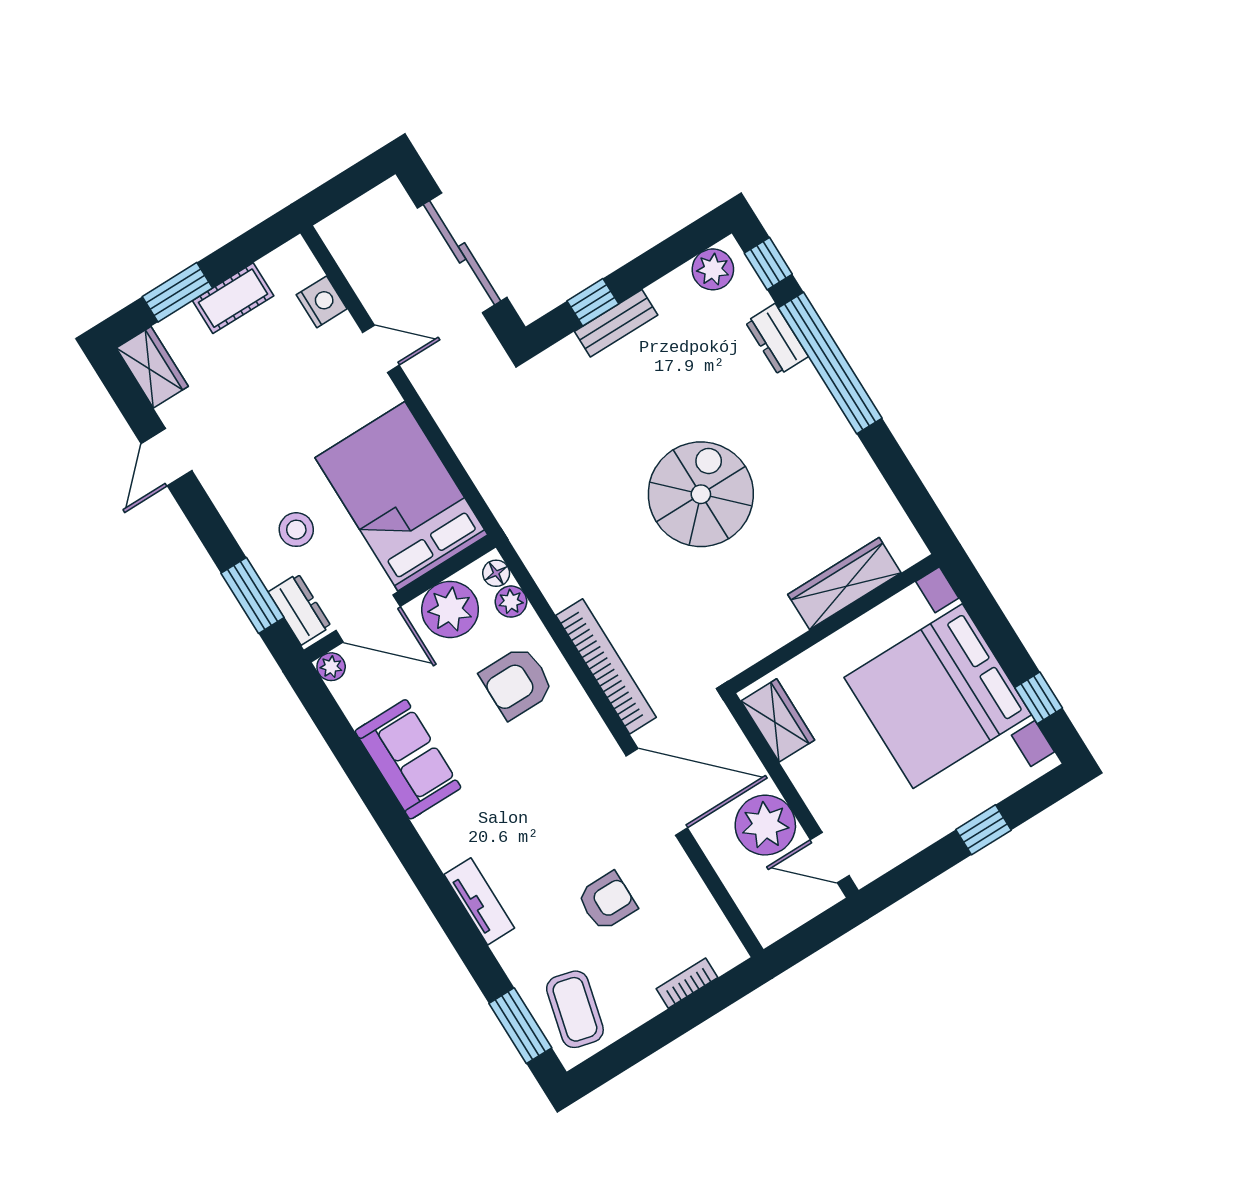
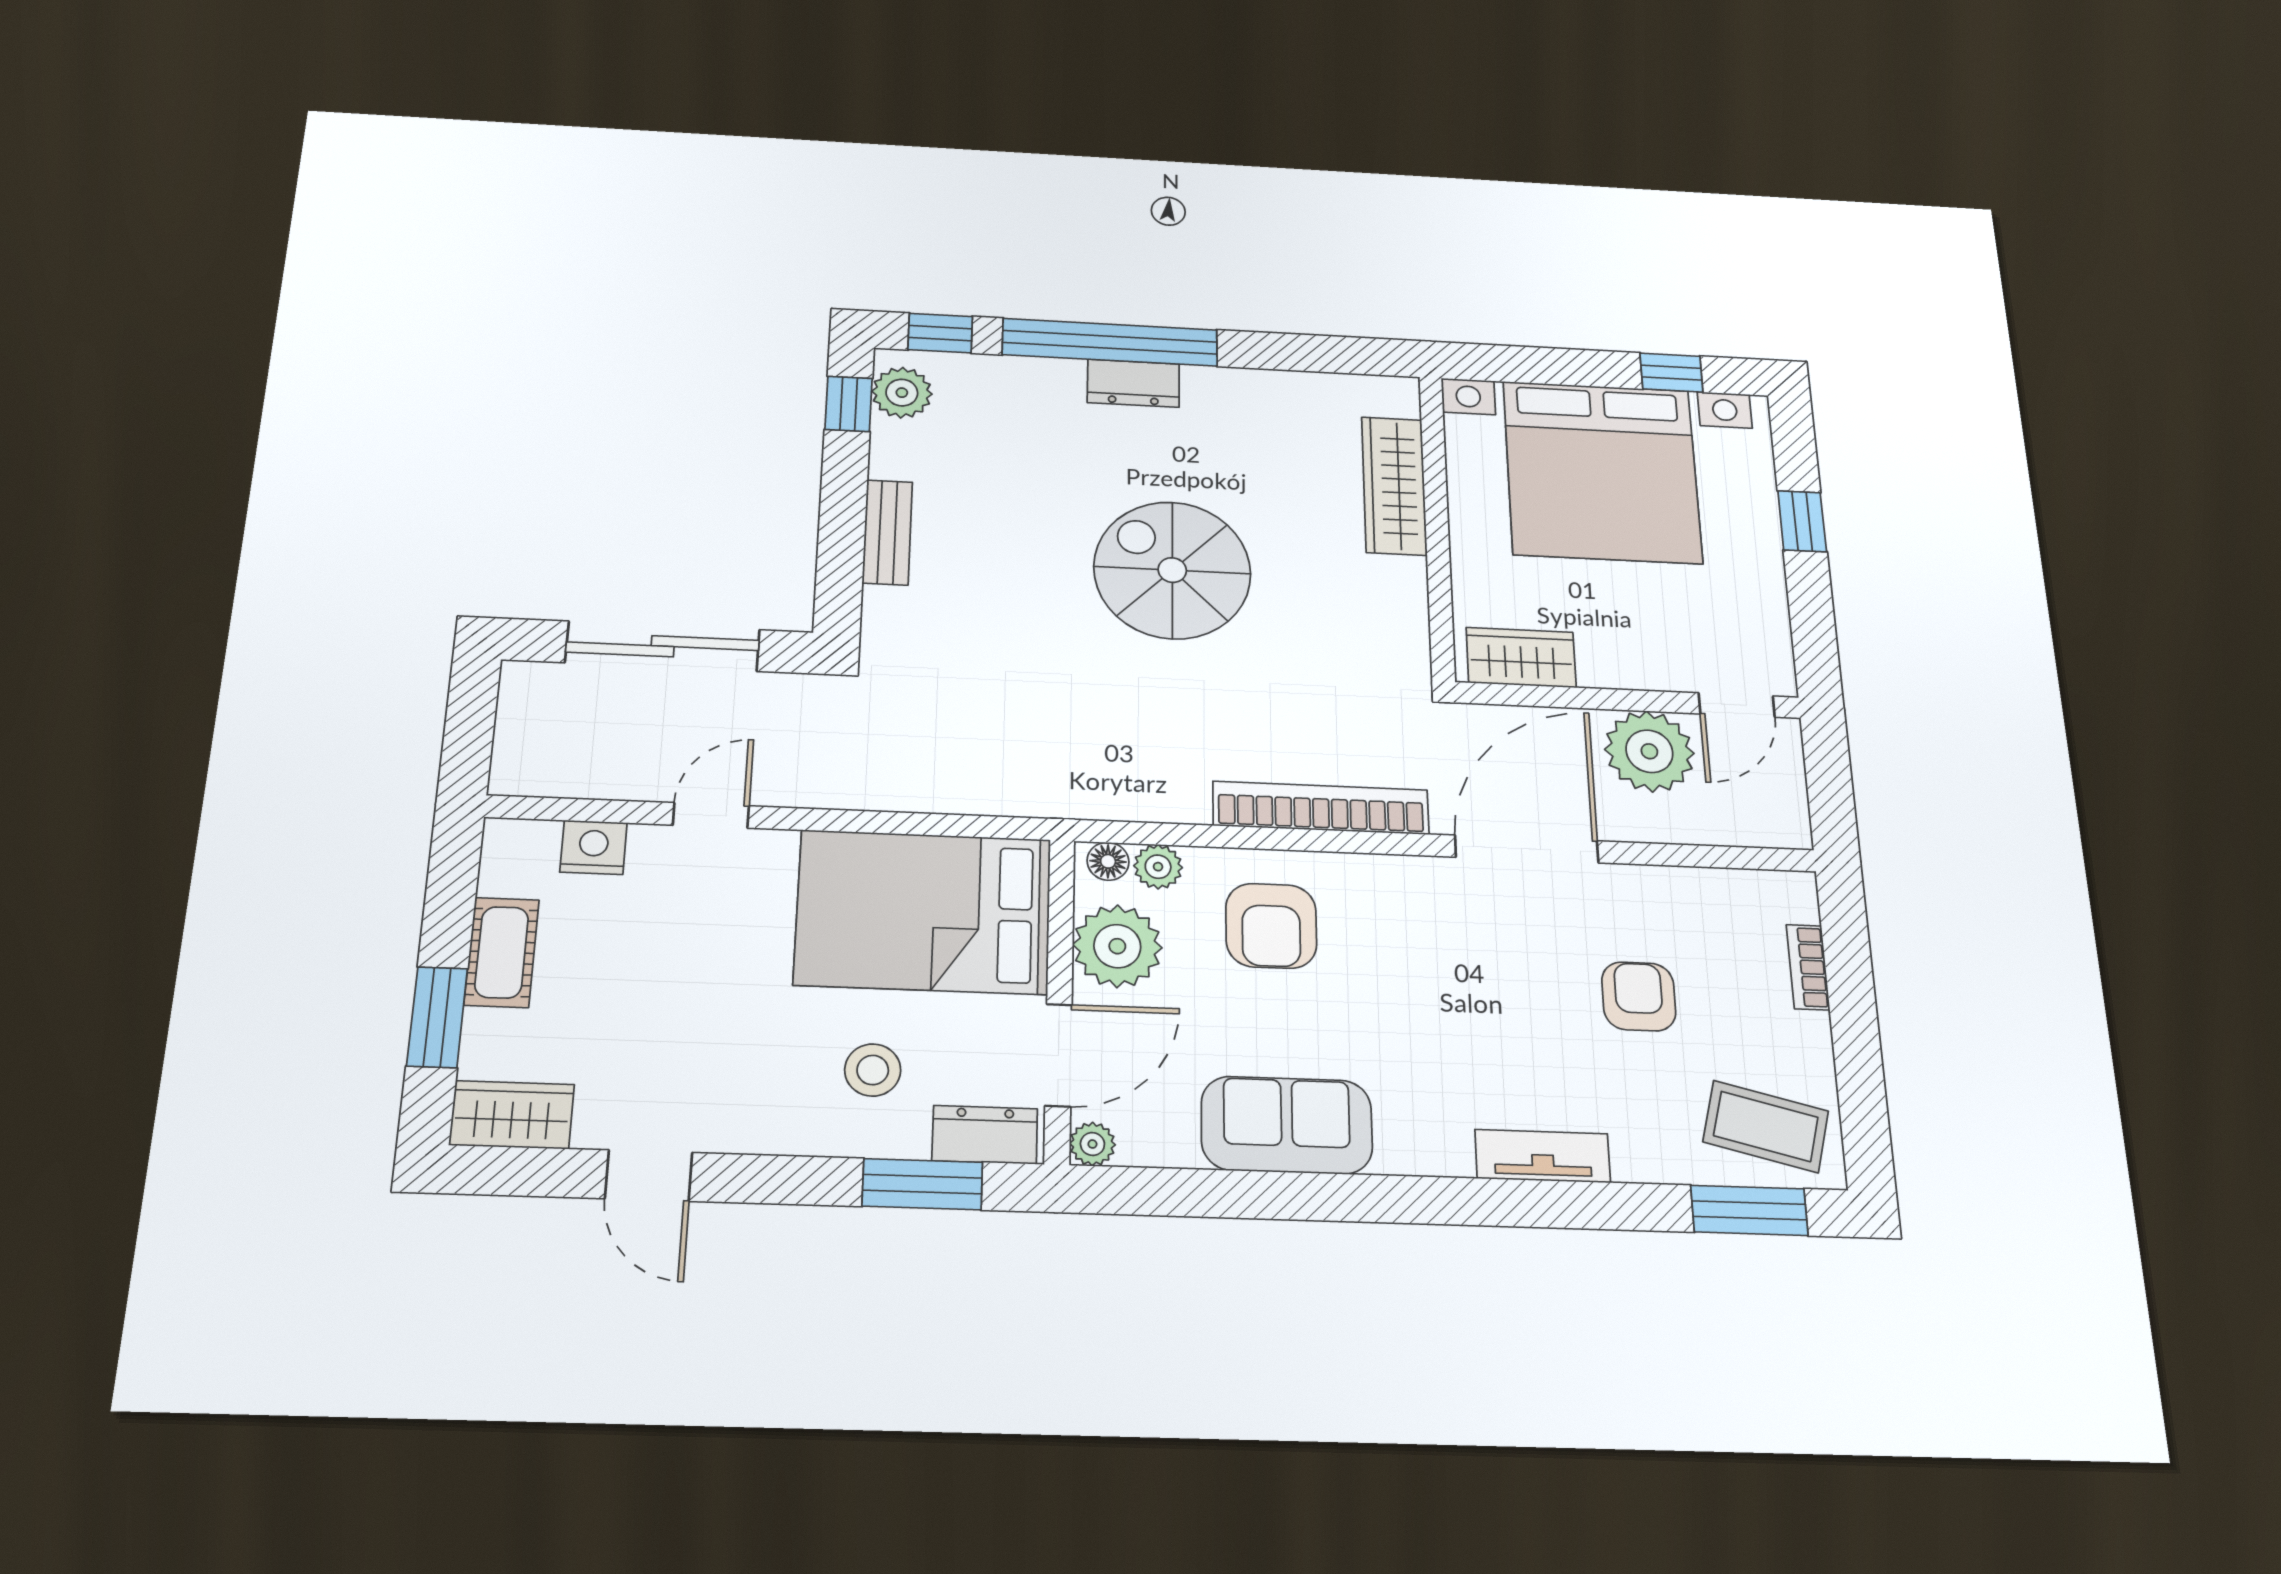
window: (593, 302) -> (849, 404), moved
dresser: (777, 339) -> (1133, 383), moved

